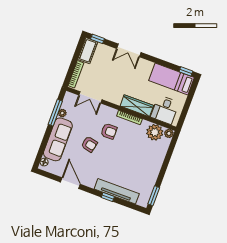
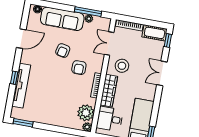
stool: (114, 89) -> (122, 66), added

